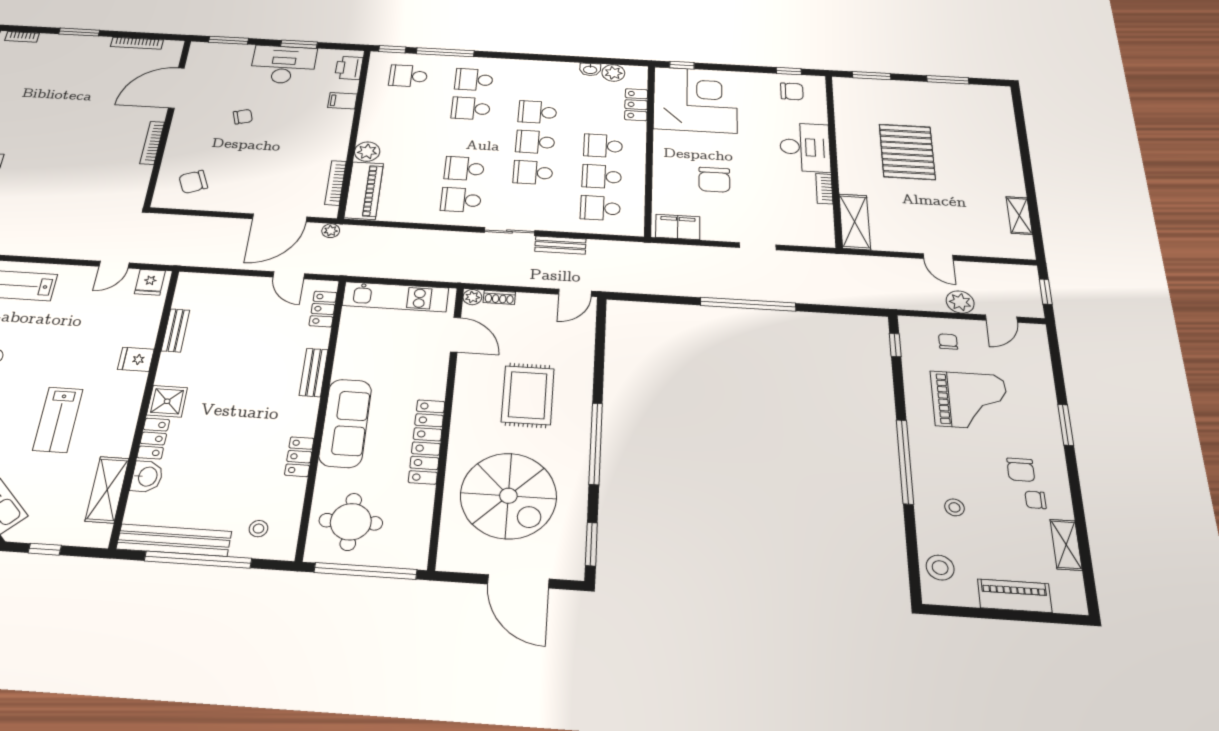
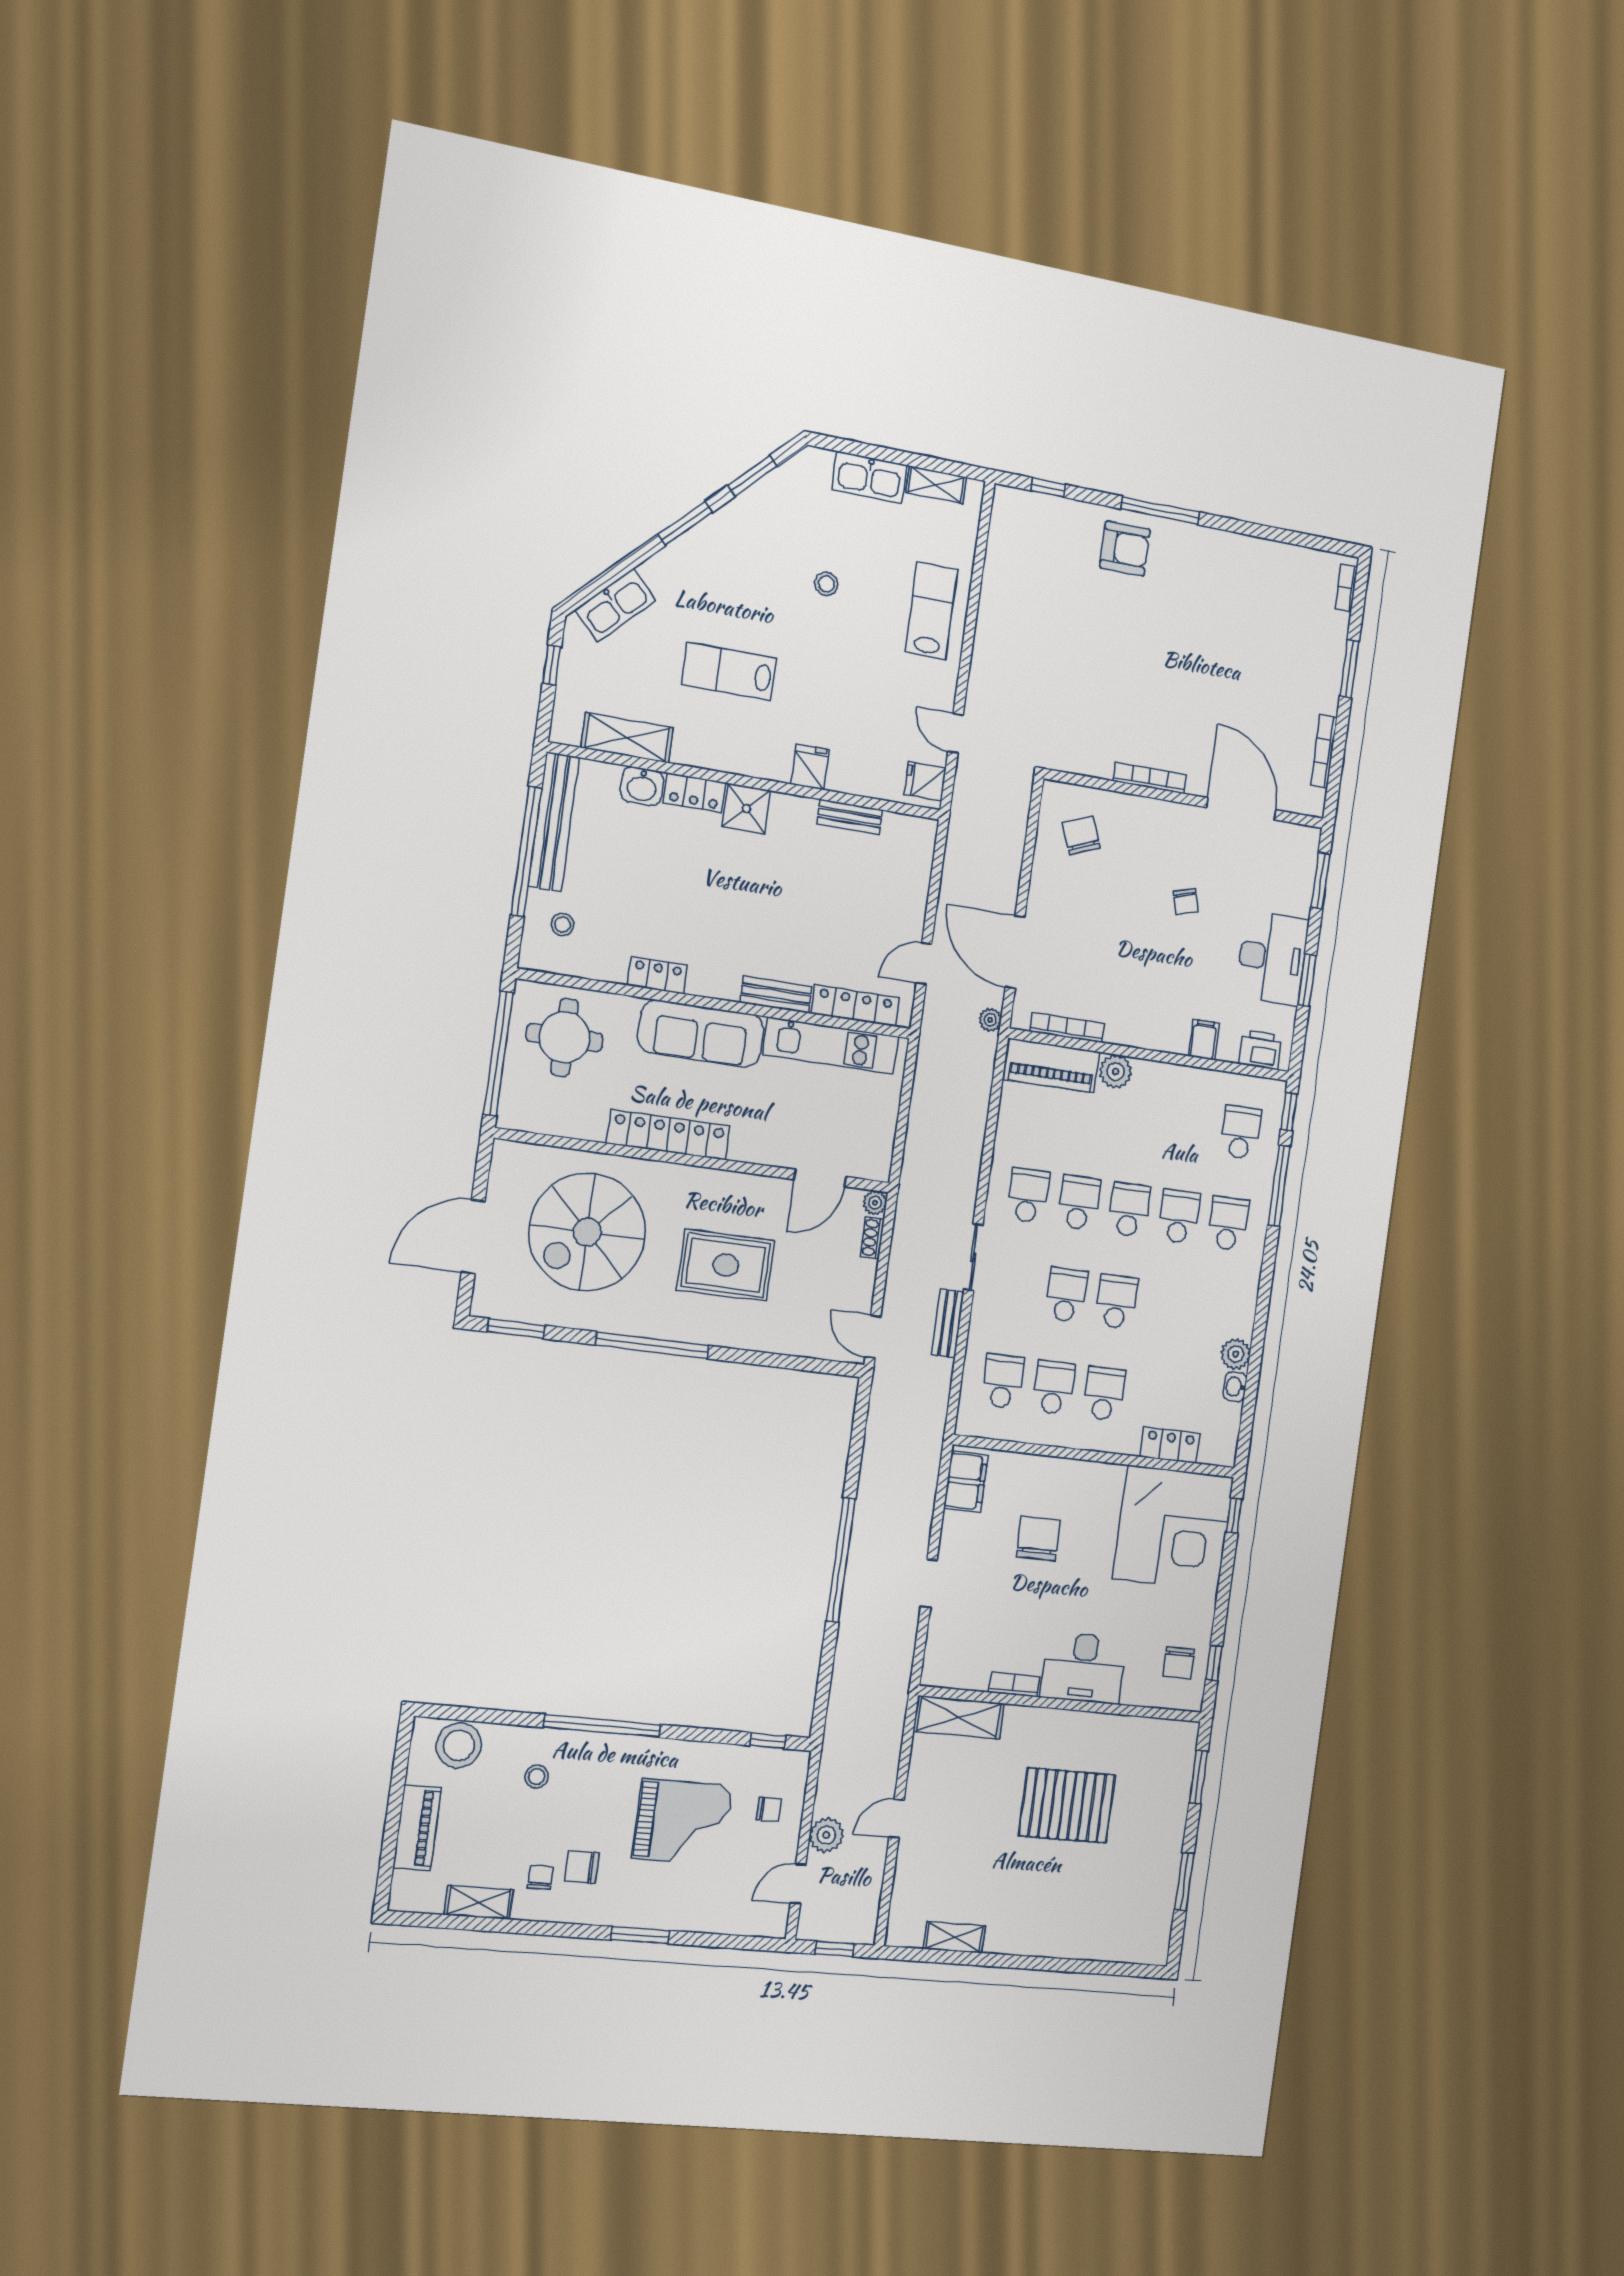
plant: (613, 73) -> (1236, 1354), moved
school desk: (537, 112) -> (1129, 1210), moved
chair: (714, 180) -> (1038, 1539), turned 90
kitchen unit: (395, 297) -> (831, 1046), moved, turned -90
locker: (323, 309) -> (855, 1006), width x1.53
door: (1001, 319) -> (798, 1884), hinge flipped
grand piano: (970, 400) -> (682, 1822), turned -90
stool: (940, 568) -> (459, 1745), width x1.38, depth x1.38

